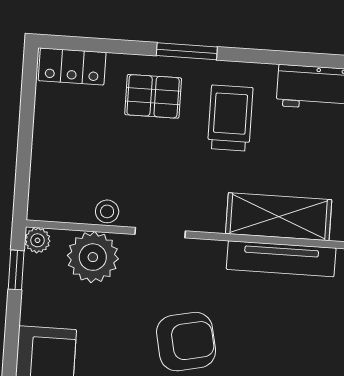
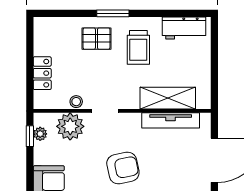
locker: (72, 67) -> (42, 73), moved, turned -90
trolley: (230, 118) -> (138, 47), turned 180
plant: (37, 240) -> (40, 134), moved

